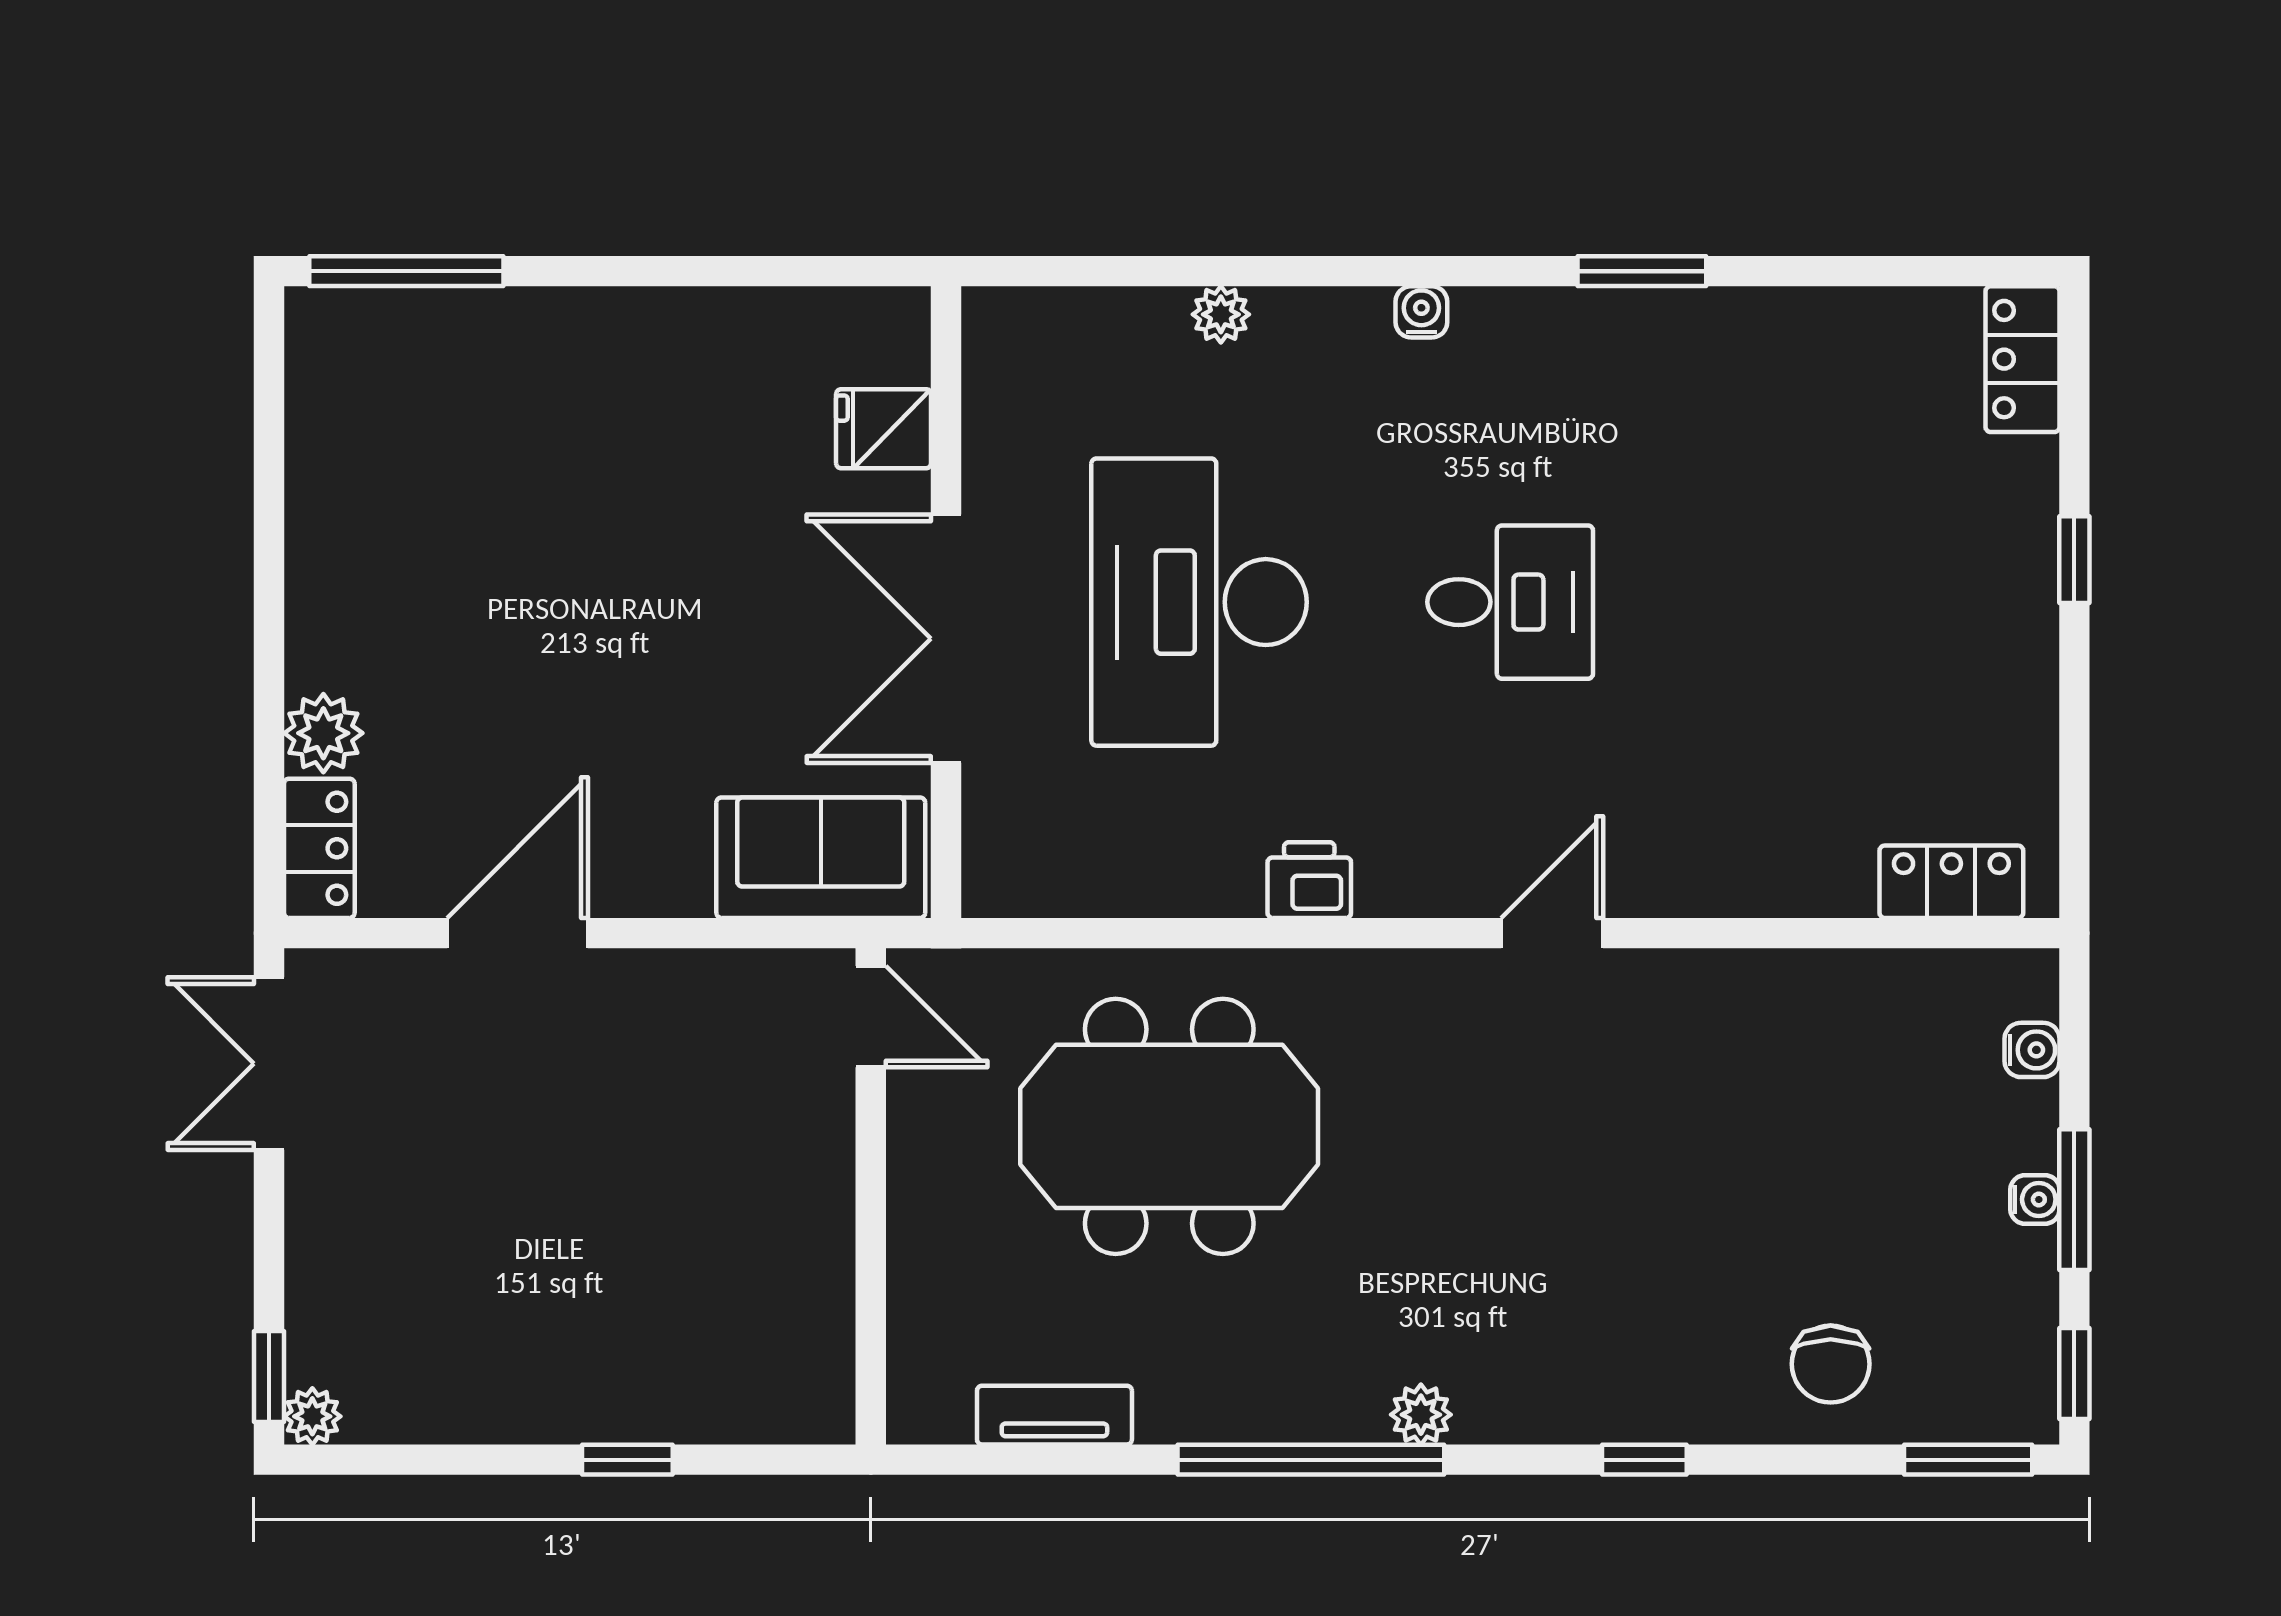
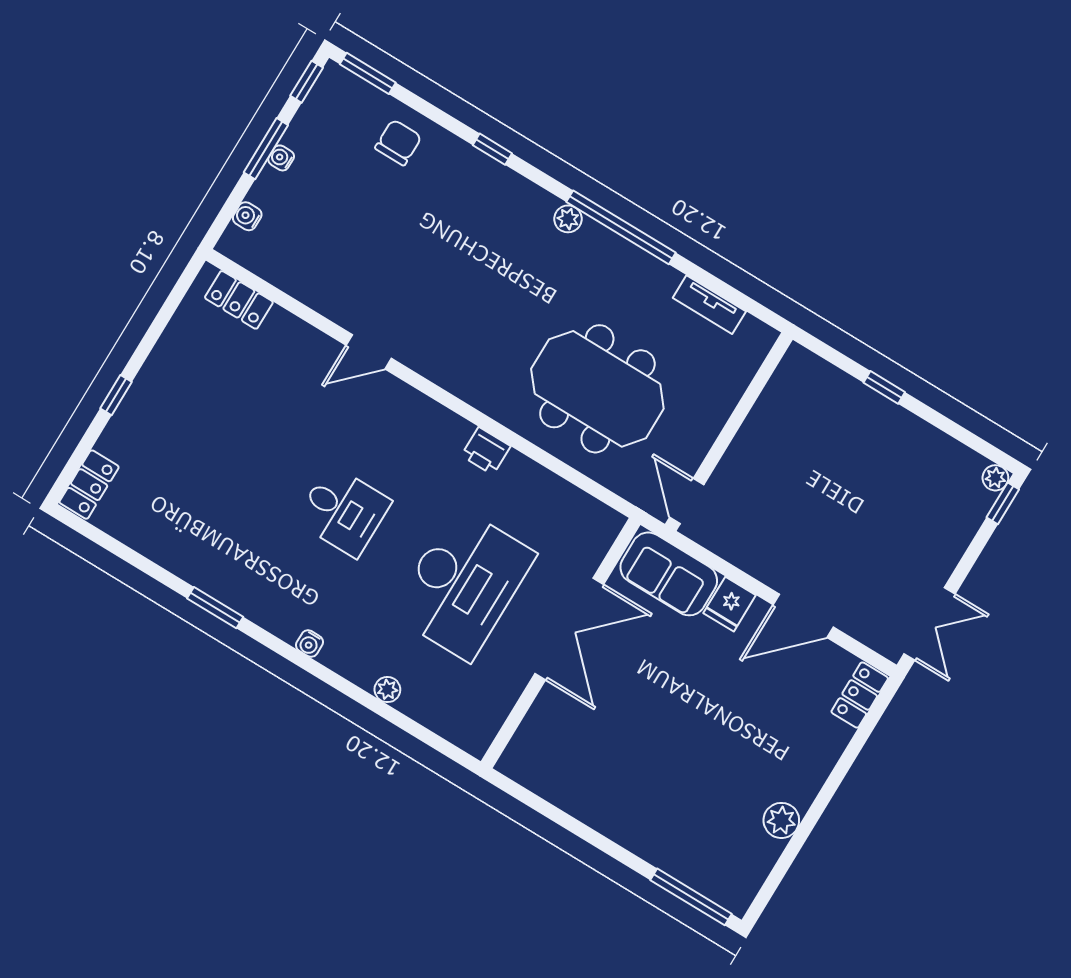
fridge: (884, 429) -> (730, 604), moved, turned 90
desk: (1510, 602) -> (343, 511), turned 180
plant: (323, 733) -> (781, 820), moved
door: (1552, 933) -> (369, 352), moved

